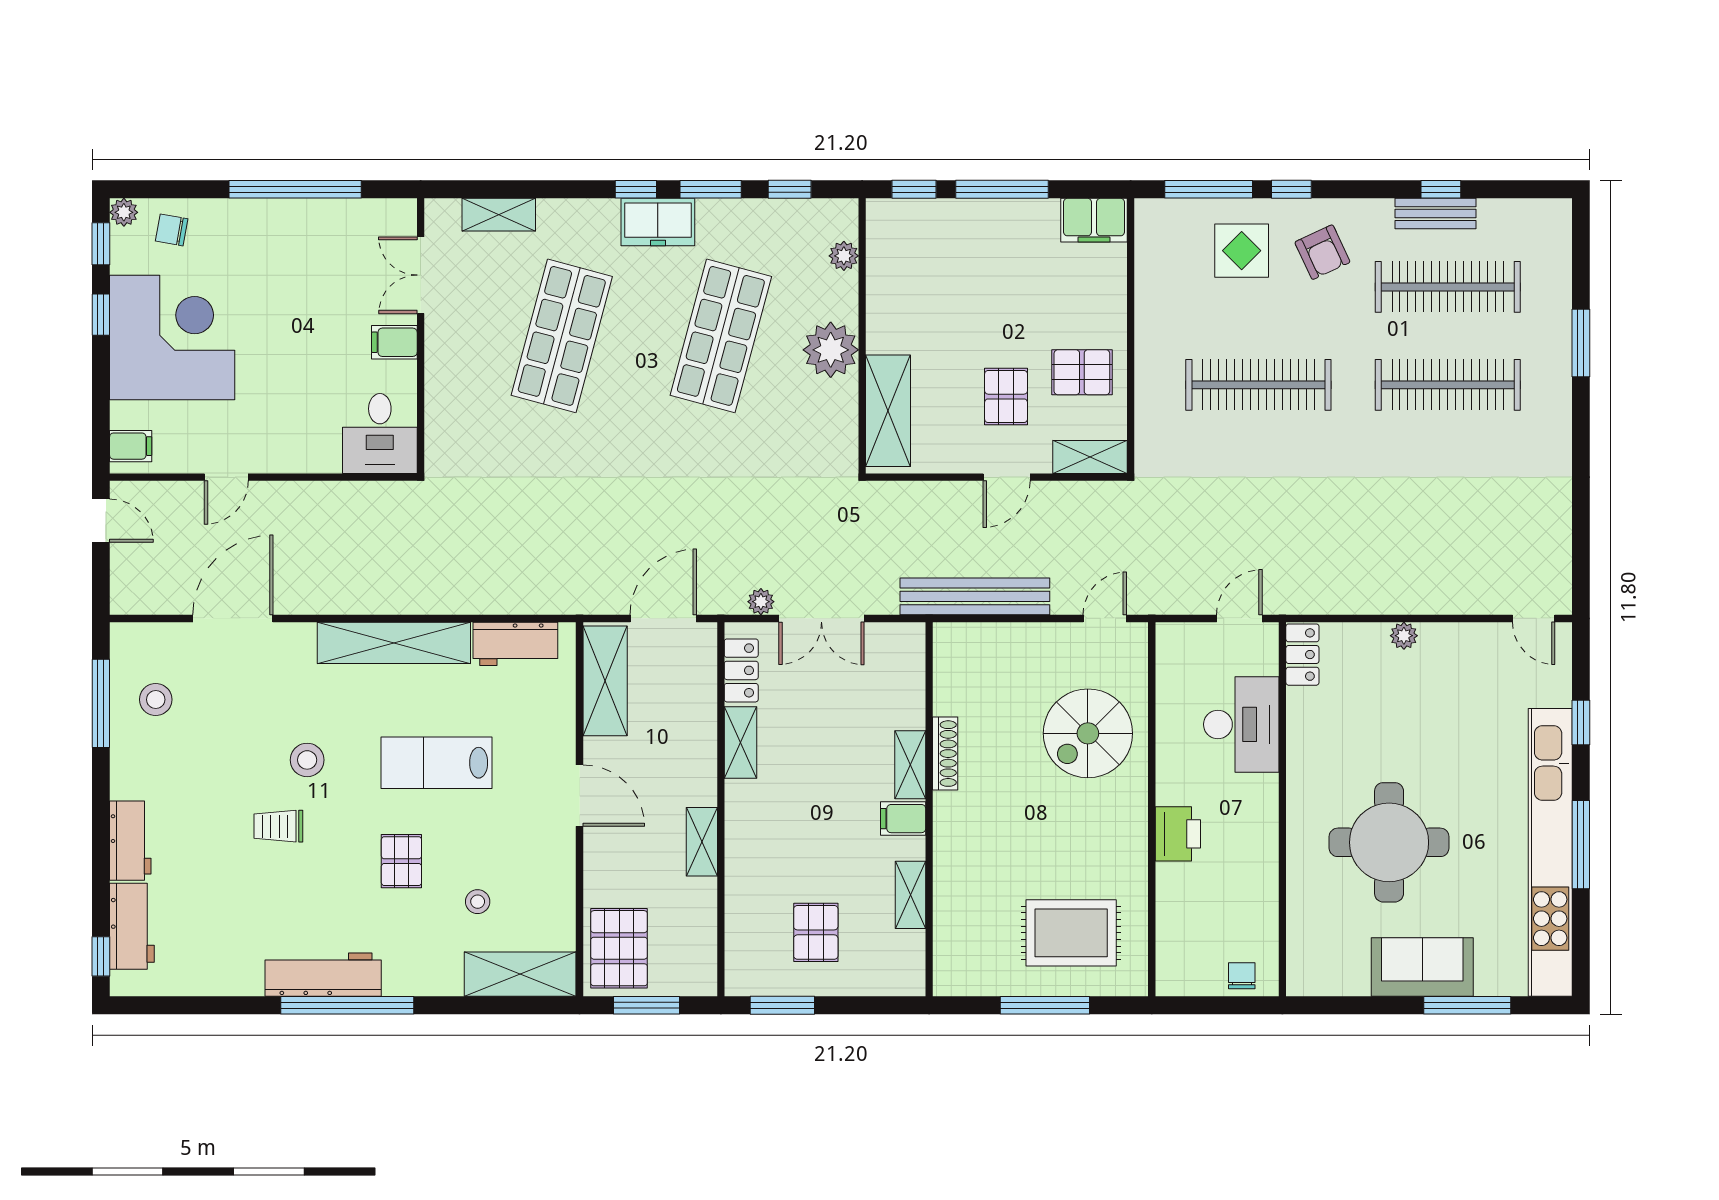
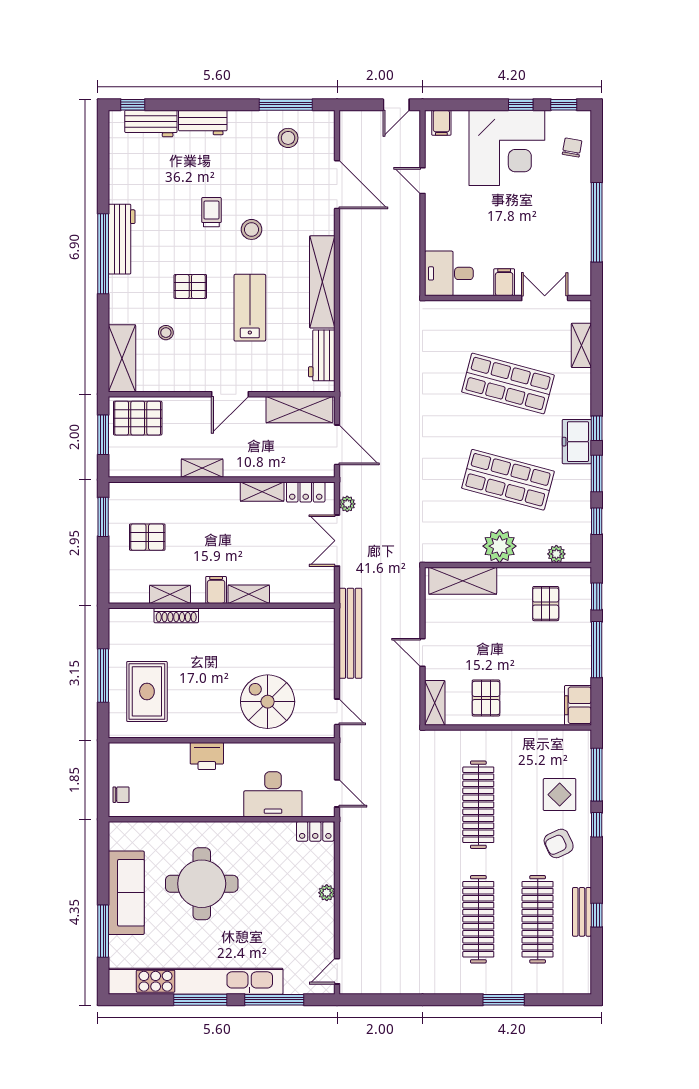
plant: (124, 212) -> (583, 119), removed
pallet: (1006, 397) -> (546, 604), moved, turned 90
window: (1581, 723) -> (274, 1000), width x2.17
shoe rack: (945, 754) -> (176, 615), moved
sofa: (1422, 967) -> (126, 893), width x1.36

